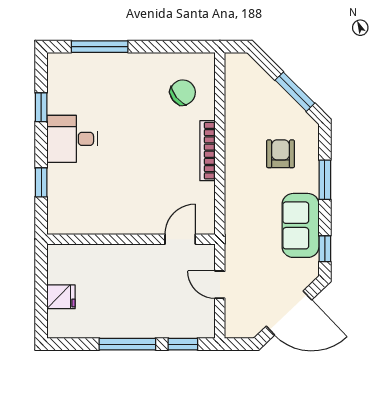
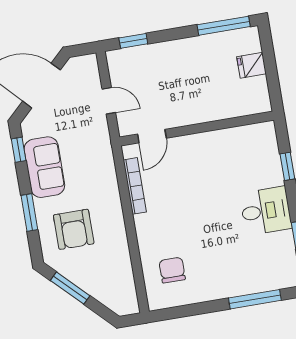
chair: (183, 92) -> (172, 270), turned 128
bookcase: (208, 151) -> (135, 186), moved
armchair: (281, 154) -> (74, 229), width x1.38, depth x1.38
window: (127, 344) -> (224, 26), moved

